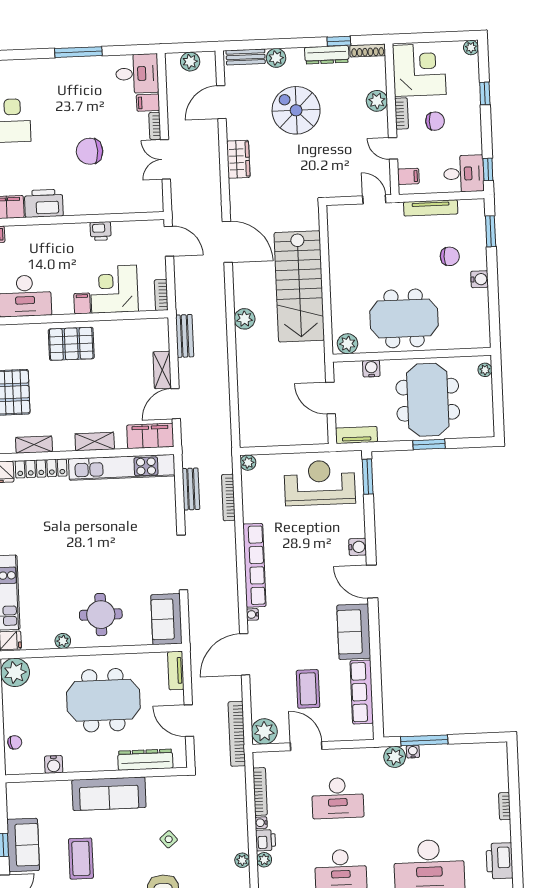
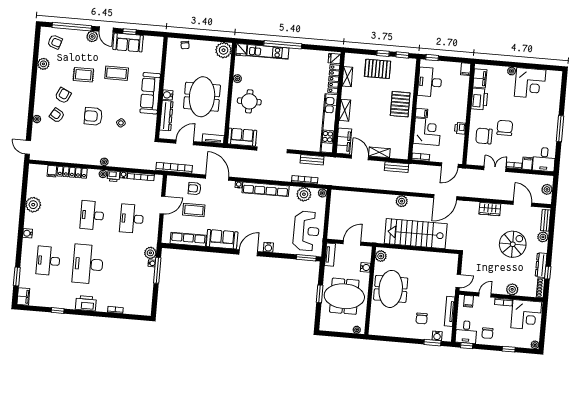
chair: (435, 121) -> (487, 333), moved
chair: (109, 187) -> (484, 136), added
water cooler: (480, 279) -> (437, 336), moved
armchair: (269, 692) -> (195, 188), added
plant: (264, 731) -> (304, 194), moved
water cooler: (54, 764) -> (168, 95), moved

